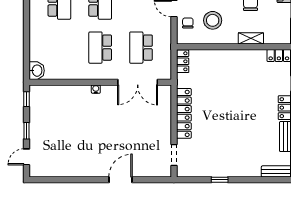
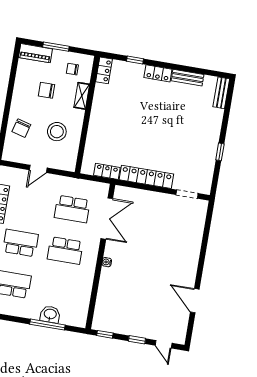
chair: (188, 23) -> (72, 69), moved
window: (26, 43) -> (47, 325), added
locker: (183, 61) -> (107, 171), moved
washbasin: (37, 71) -> (50, 314), moved
door: (120, 180) -> (195, 301), moved

